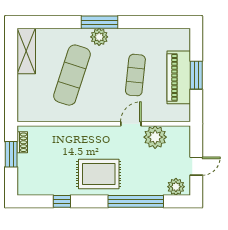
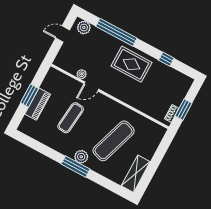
piano: (179, 77) -> (38, 104), width x0.73, depth x0.75
plant: (155, 137) -> (82, 74), width x0.53, depth x0.53

